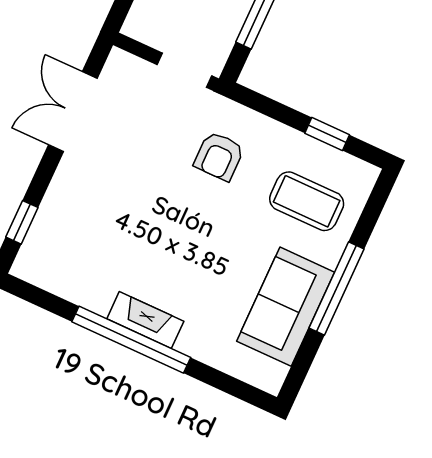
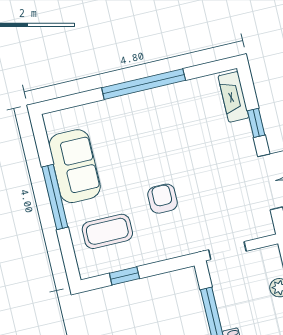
armchair: (219, 156) -> (163, 199), moved
window: (22, 222) -> (256, 123), moved
fireplace: (145, 320) -> (233, 97), moved, turned 90

